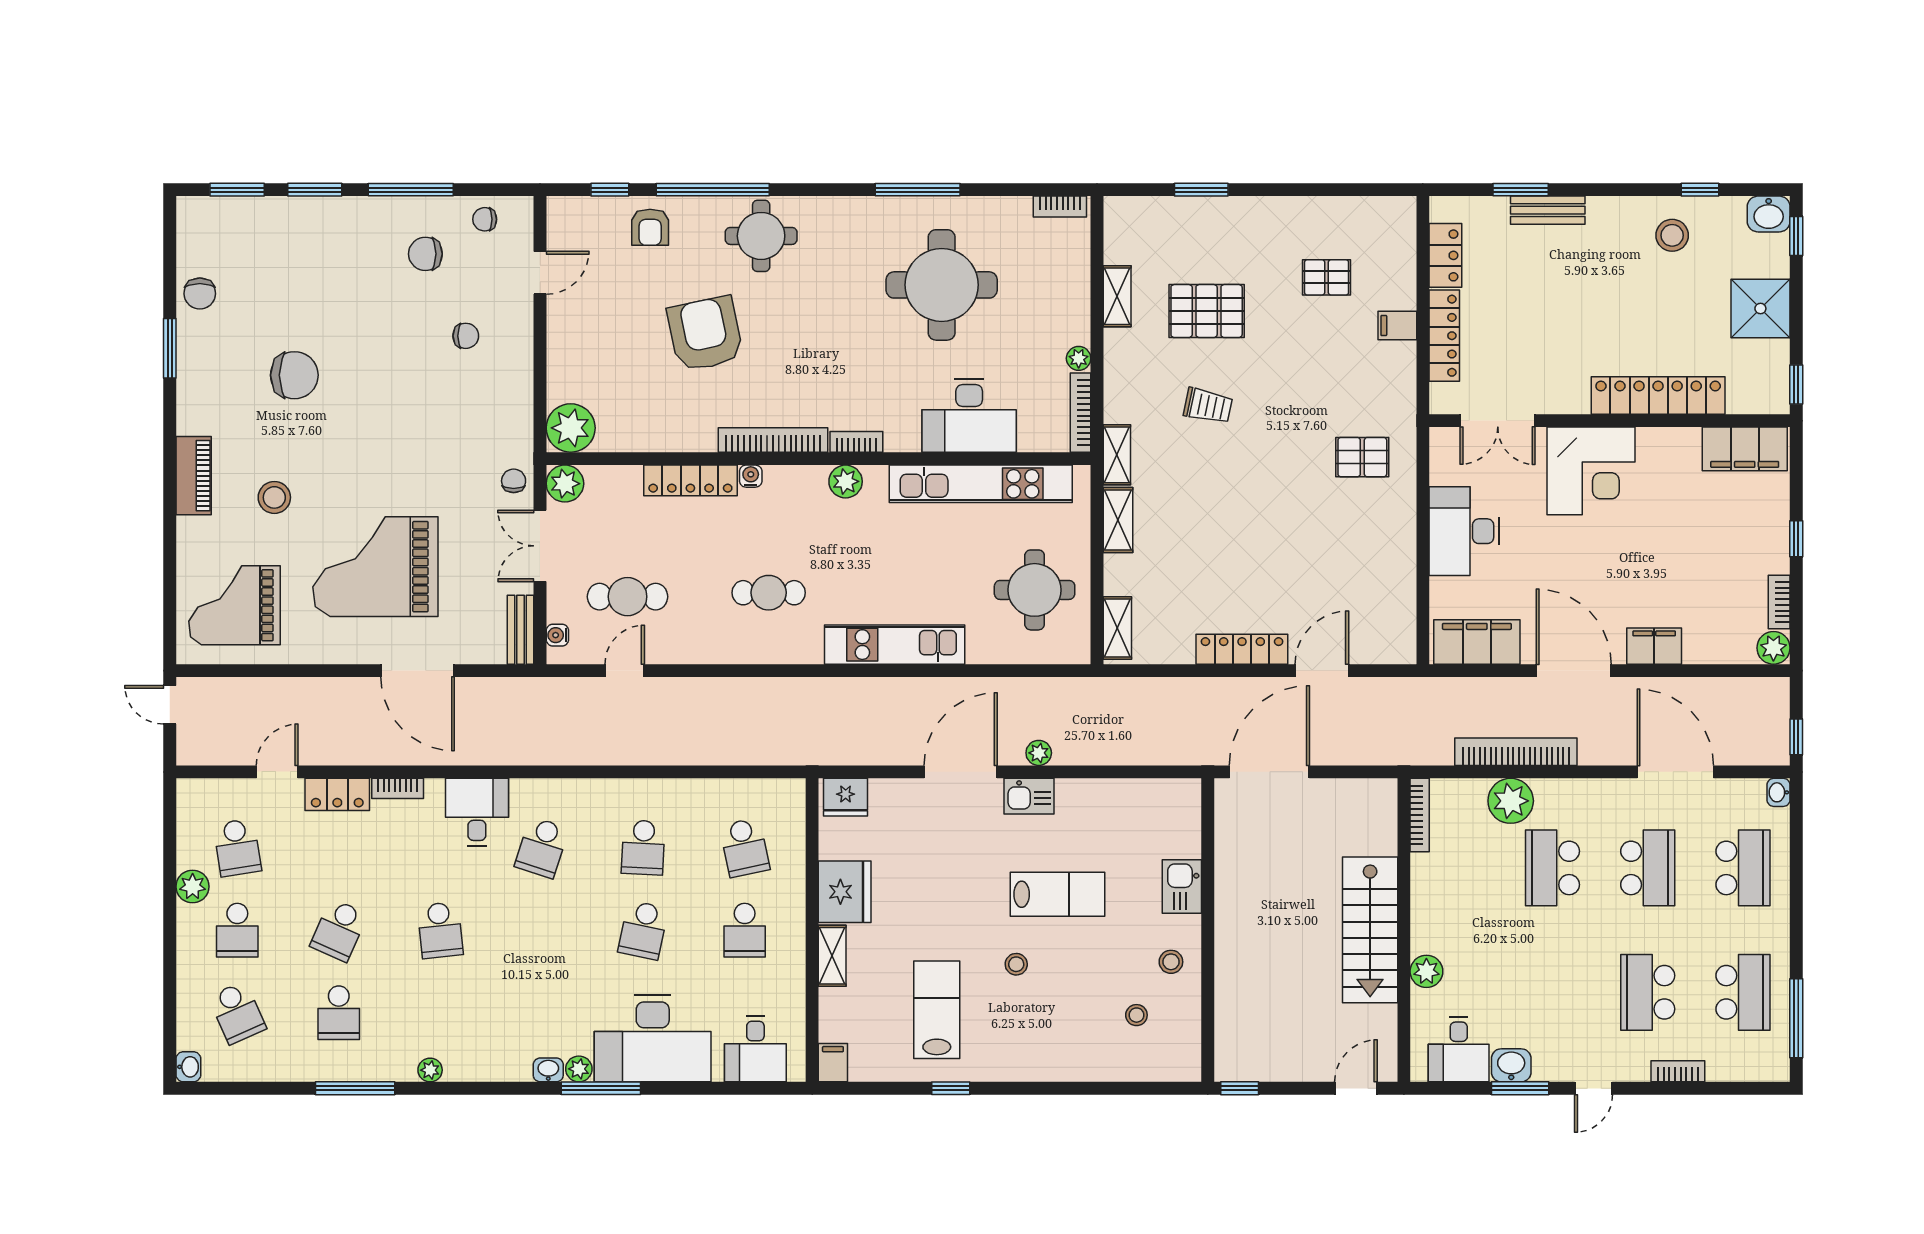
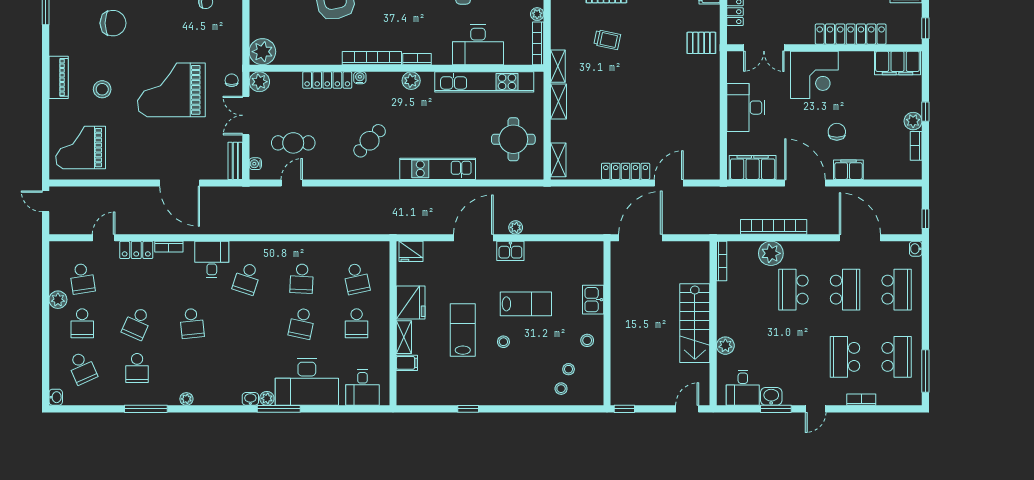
pallet: (1362, 457) -> (701, 43), moved
grand piano: (375, 567) -> (171, 90), moved
chair: (1633, 576) -> (837, 132), added
cafe table: (769, 593) -> (370, 141), turned -47
plant: (1773, 648) -> (913, 121), moved
lab bench: (937, 1010) -> (463, 330), moved
stool: (1123, 1051) -> (561, 389), added
filing cabinet: (833, 1063) -> (407, 363), moved, turned 90

